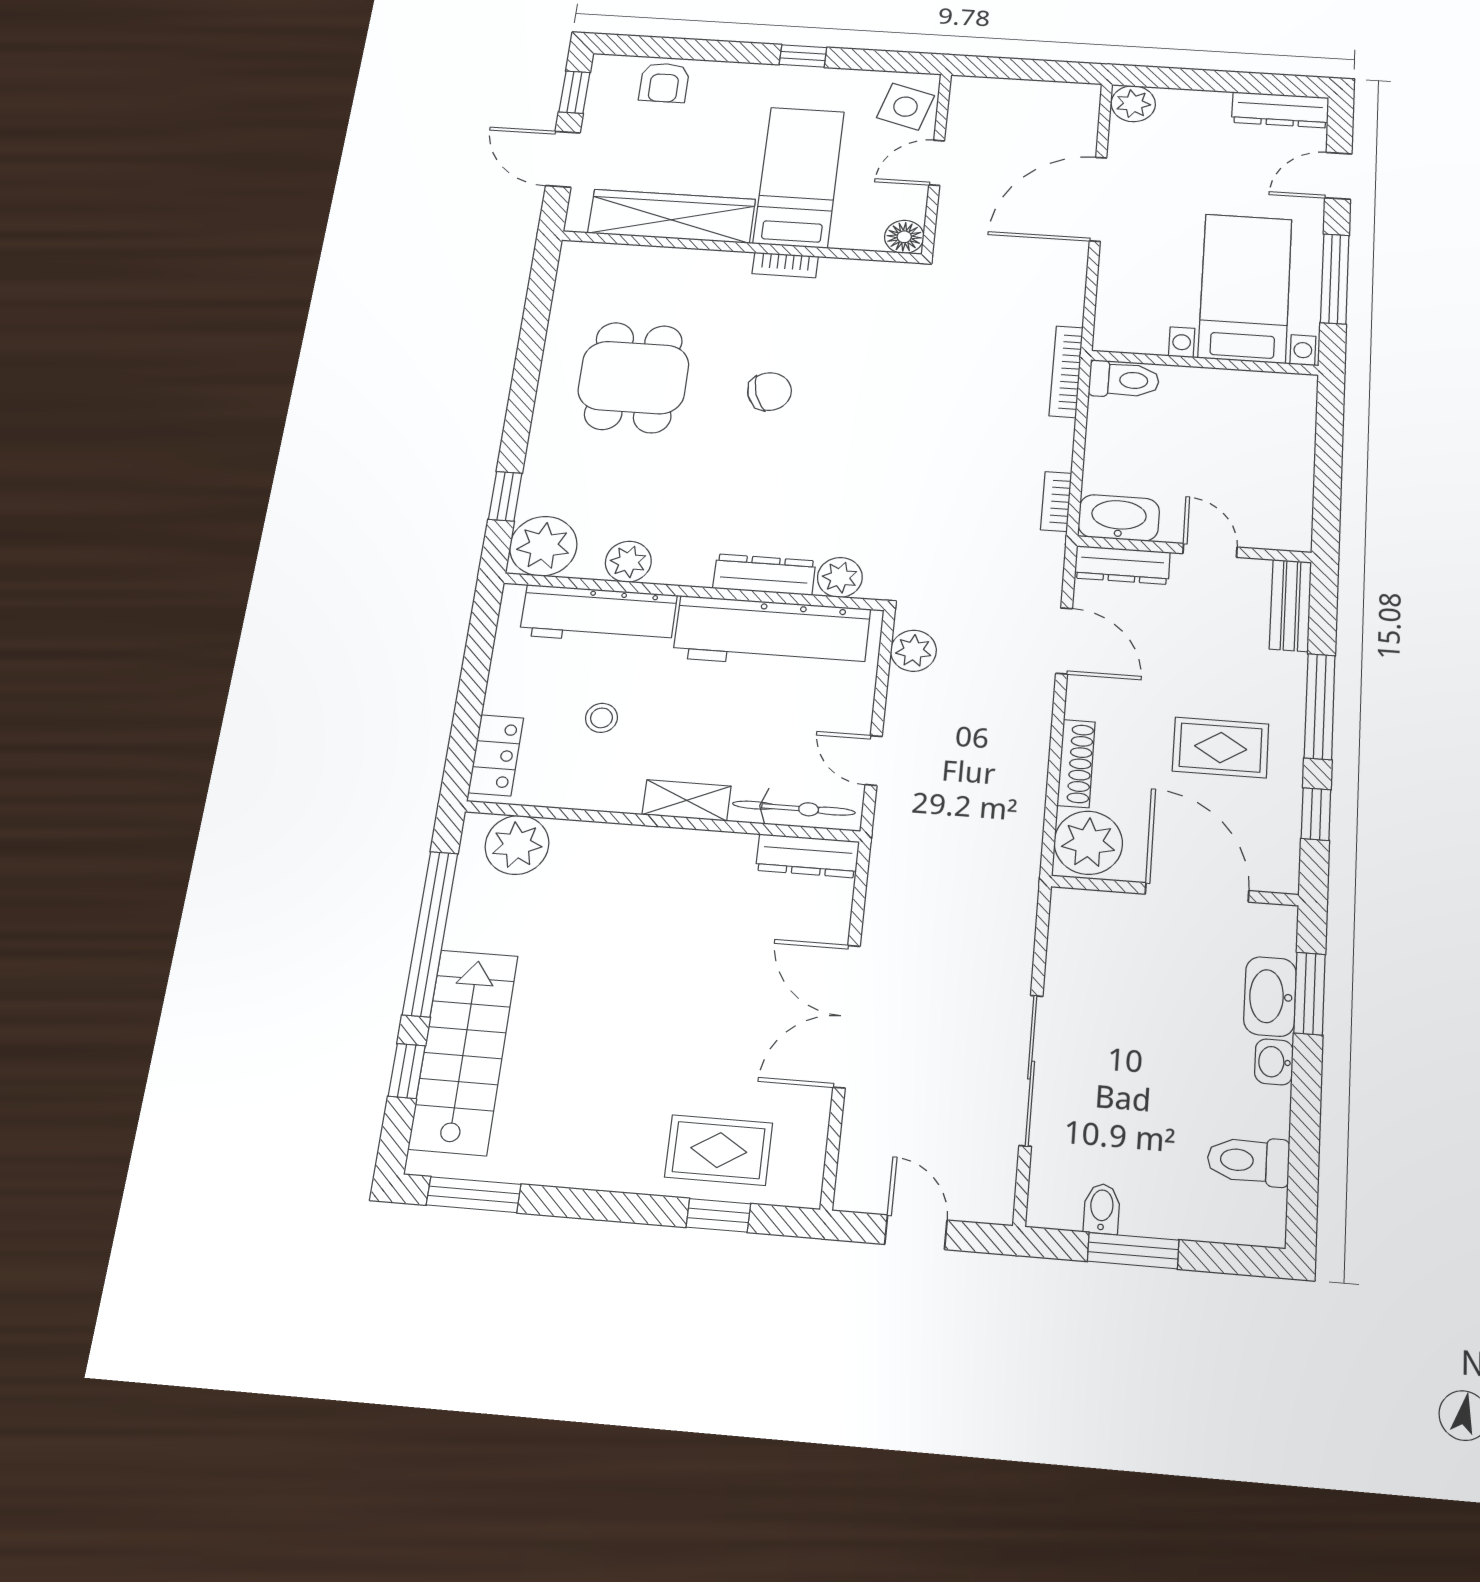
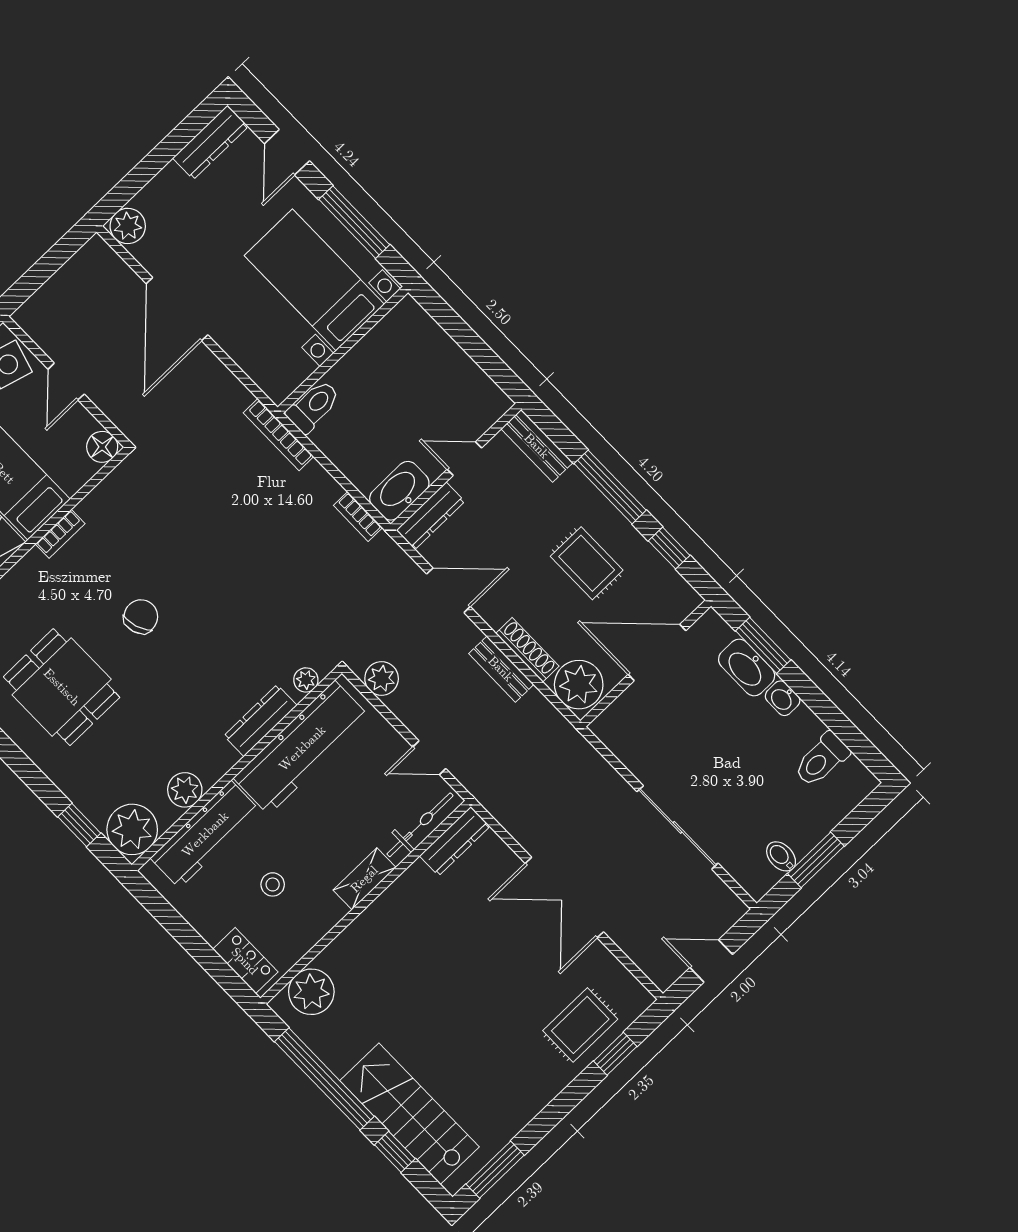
plant: (840, 577) -> (306, 680), width x0.73, depth x0.73
rug: (1221, 748) -> (587, 563), turned 90
bench: (1032, 755) -> (501, 669), added

